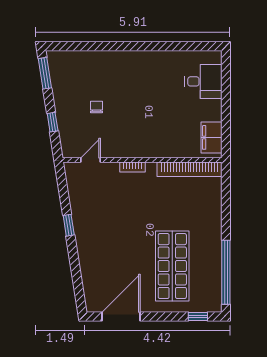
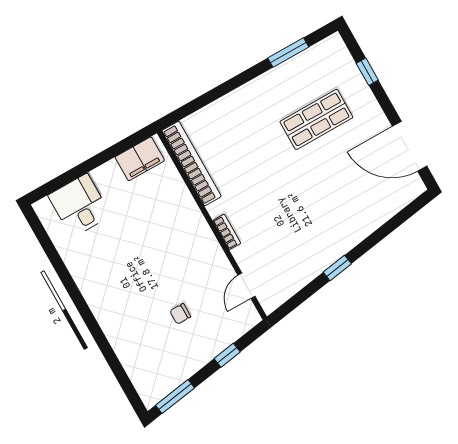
door: (90, 160) -> (246, 286), hinge flipped
shop shelf: (172, 266) -> (316, 119), width x0.70, depth x0.74
window: (226, 272) -> (288, 52), width x0.47
window: (198, 316) -> (367, 72), moved

